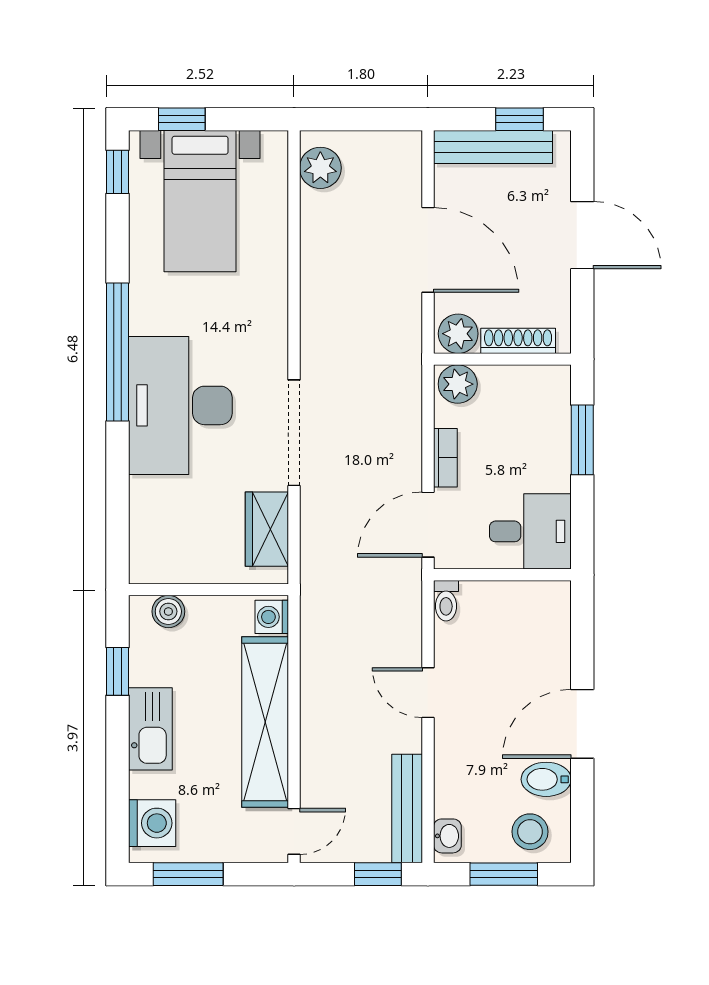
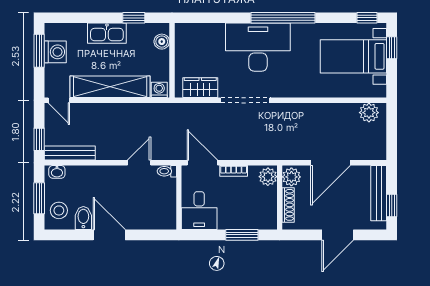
door: (428, 693) -> (139, 163), moved
washing machine: (152, 823) -> (55, 52), moved, turned -90

